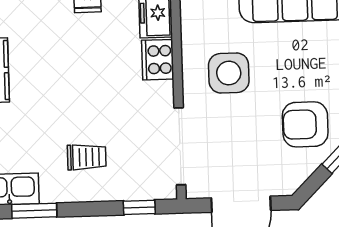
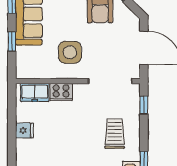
trolley: (87, 157) -> (115, 134), width x1.36, depth x1.39

